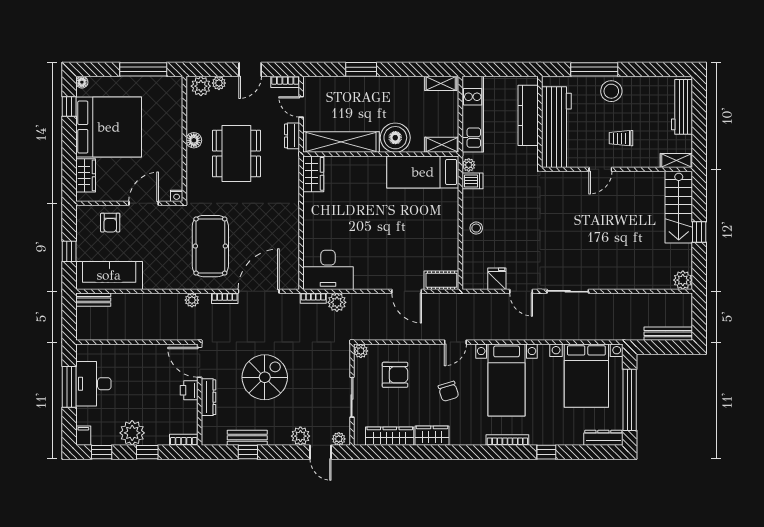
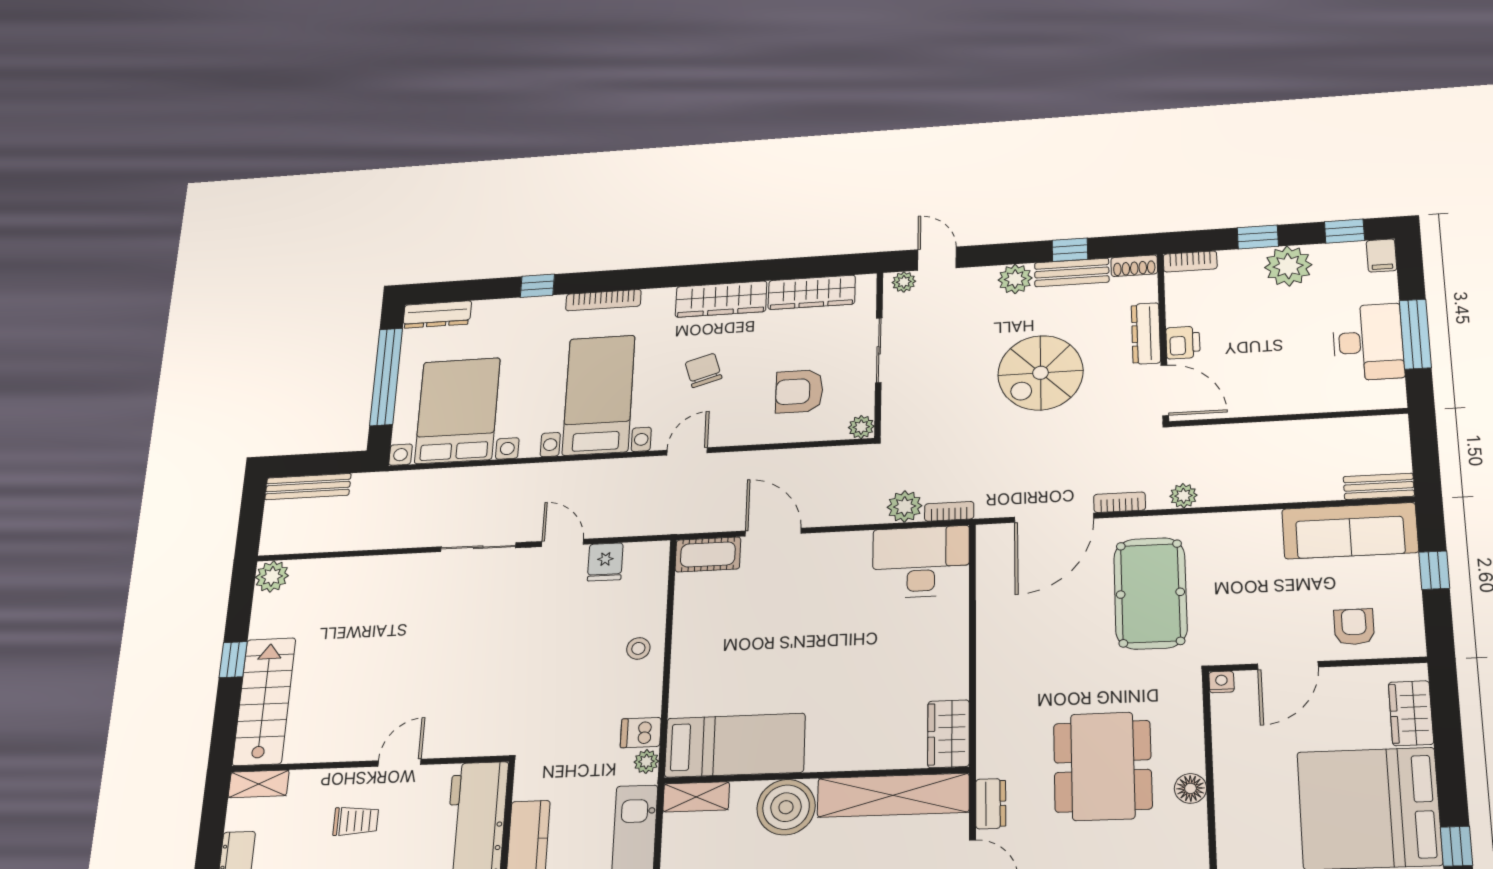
plant: (300, 436) -> (1015, 279), moved
wardrobe: (432, 436) -> (721, 299), width x1.50
shoe rack: (214, 439) -> (1134, 266), added

